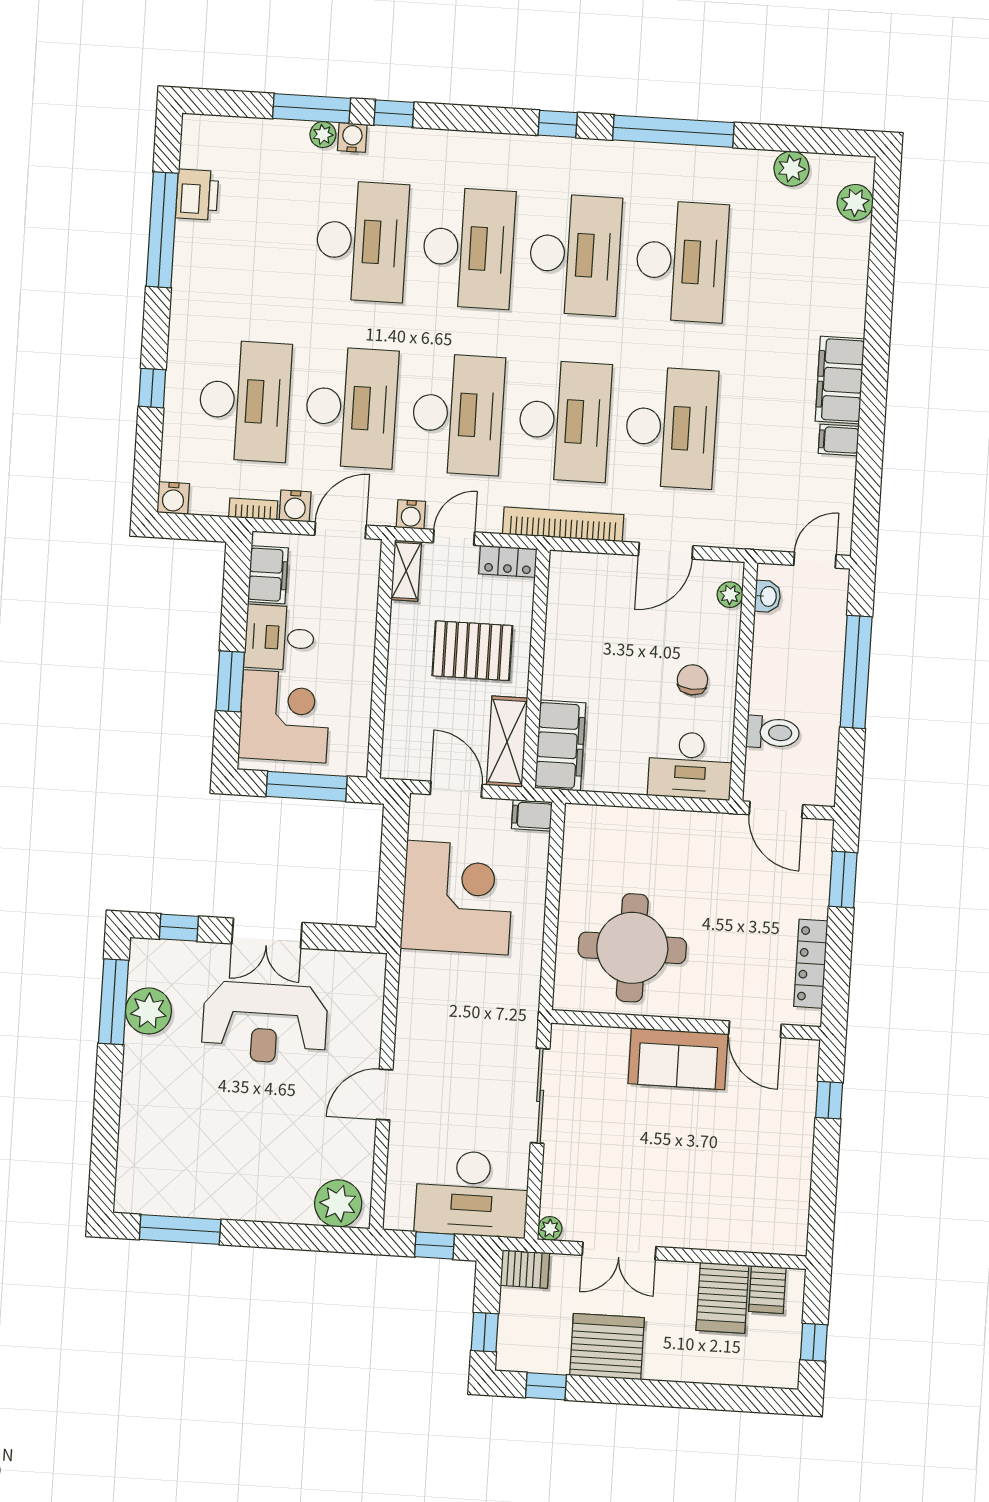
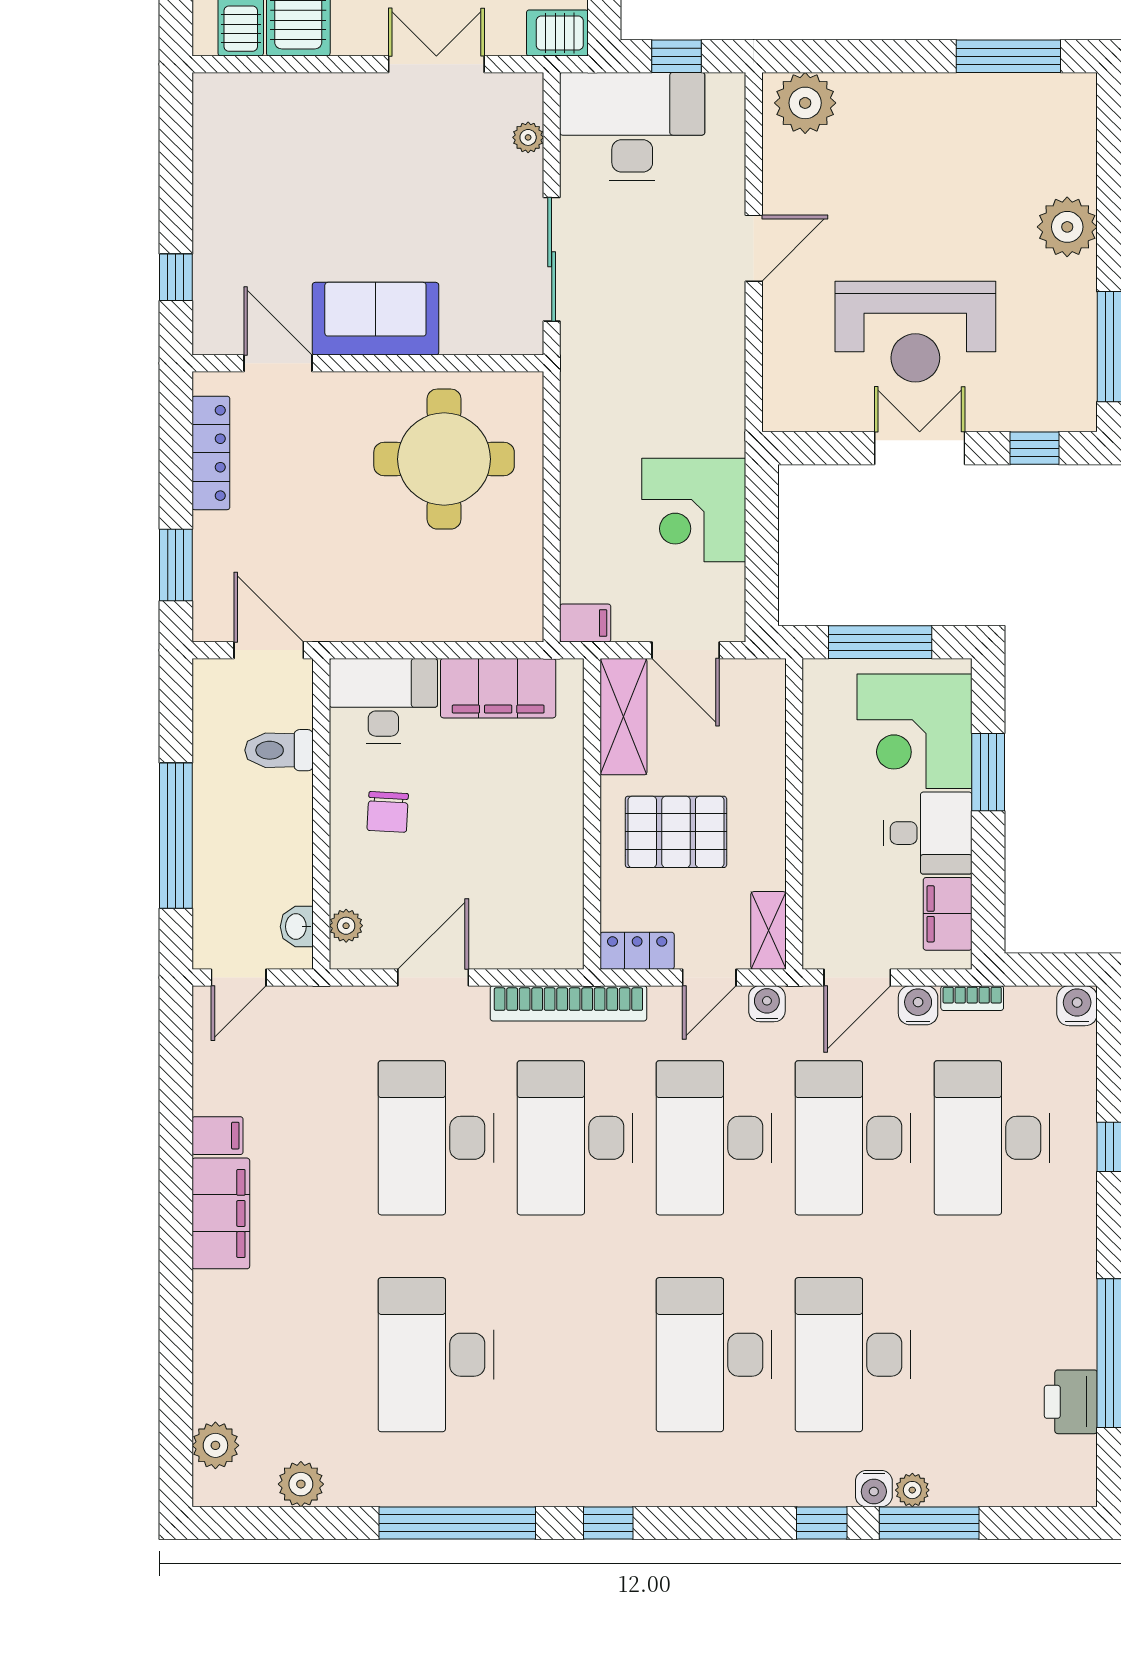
desk: (575, 255) -> (575, 1355), removed
filing cabinet: (560, 746) -> (498, 688), moved, turned -90
corner desk: (458, 898) -> (694, 510), width x0.74, depth x0.74
plant: (148, 1011) -> (1067, 227), moved
reception desk: (265, 1023) -> (915, 332), turned 180
plant: (550, 1228) -> (528, 137), moved

